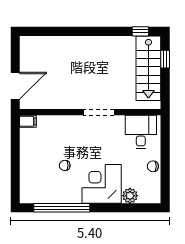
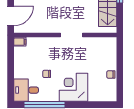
desk: (141, 132) -> (26, 90), moved, turned -90
plant: (130, 196) -> (94, 96), removed

